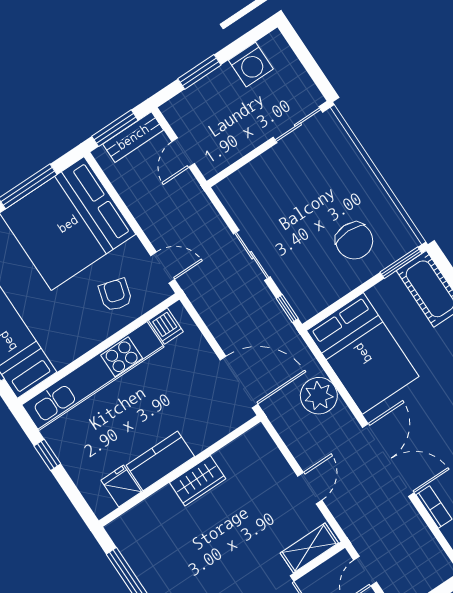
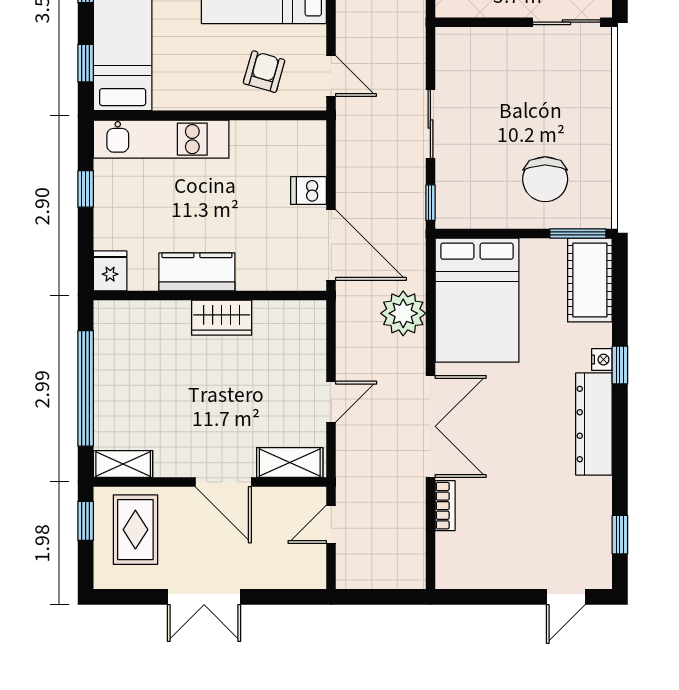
dishwasher: (166, 326) -> (309, 191), moved, turned 90
kitchen unit: (93, 376) -> (161, 139), width x0.73
fridge: (121, 486) -> (110, 271), moved

